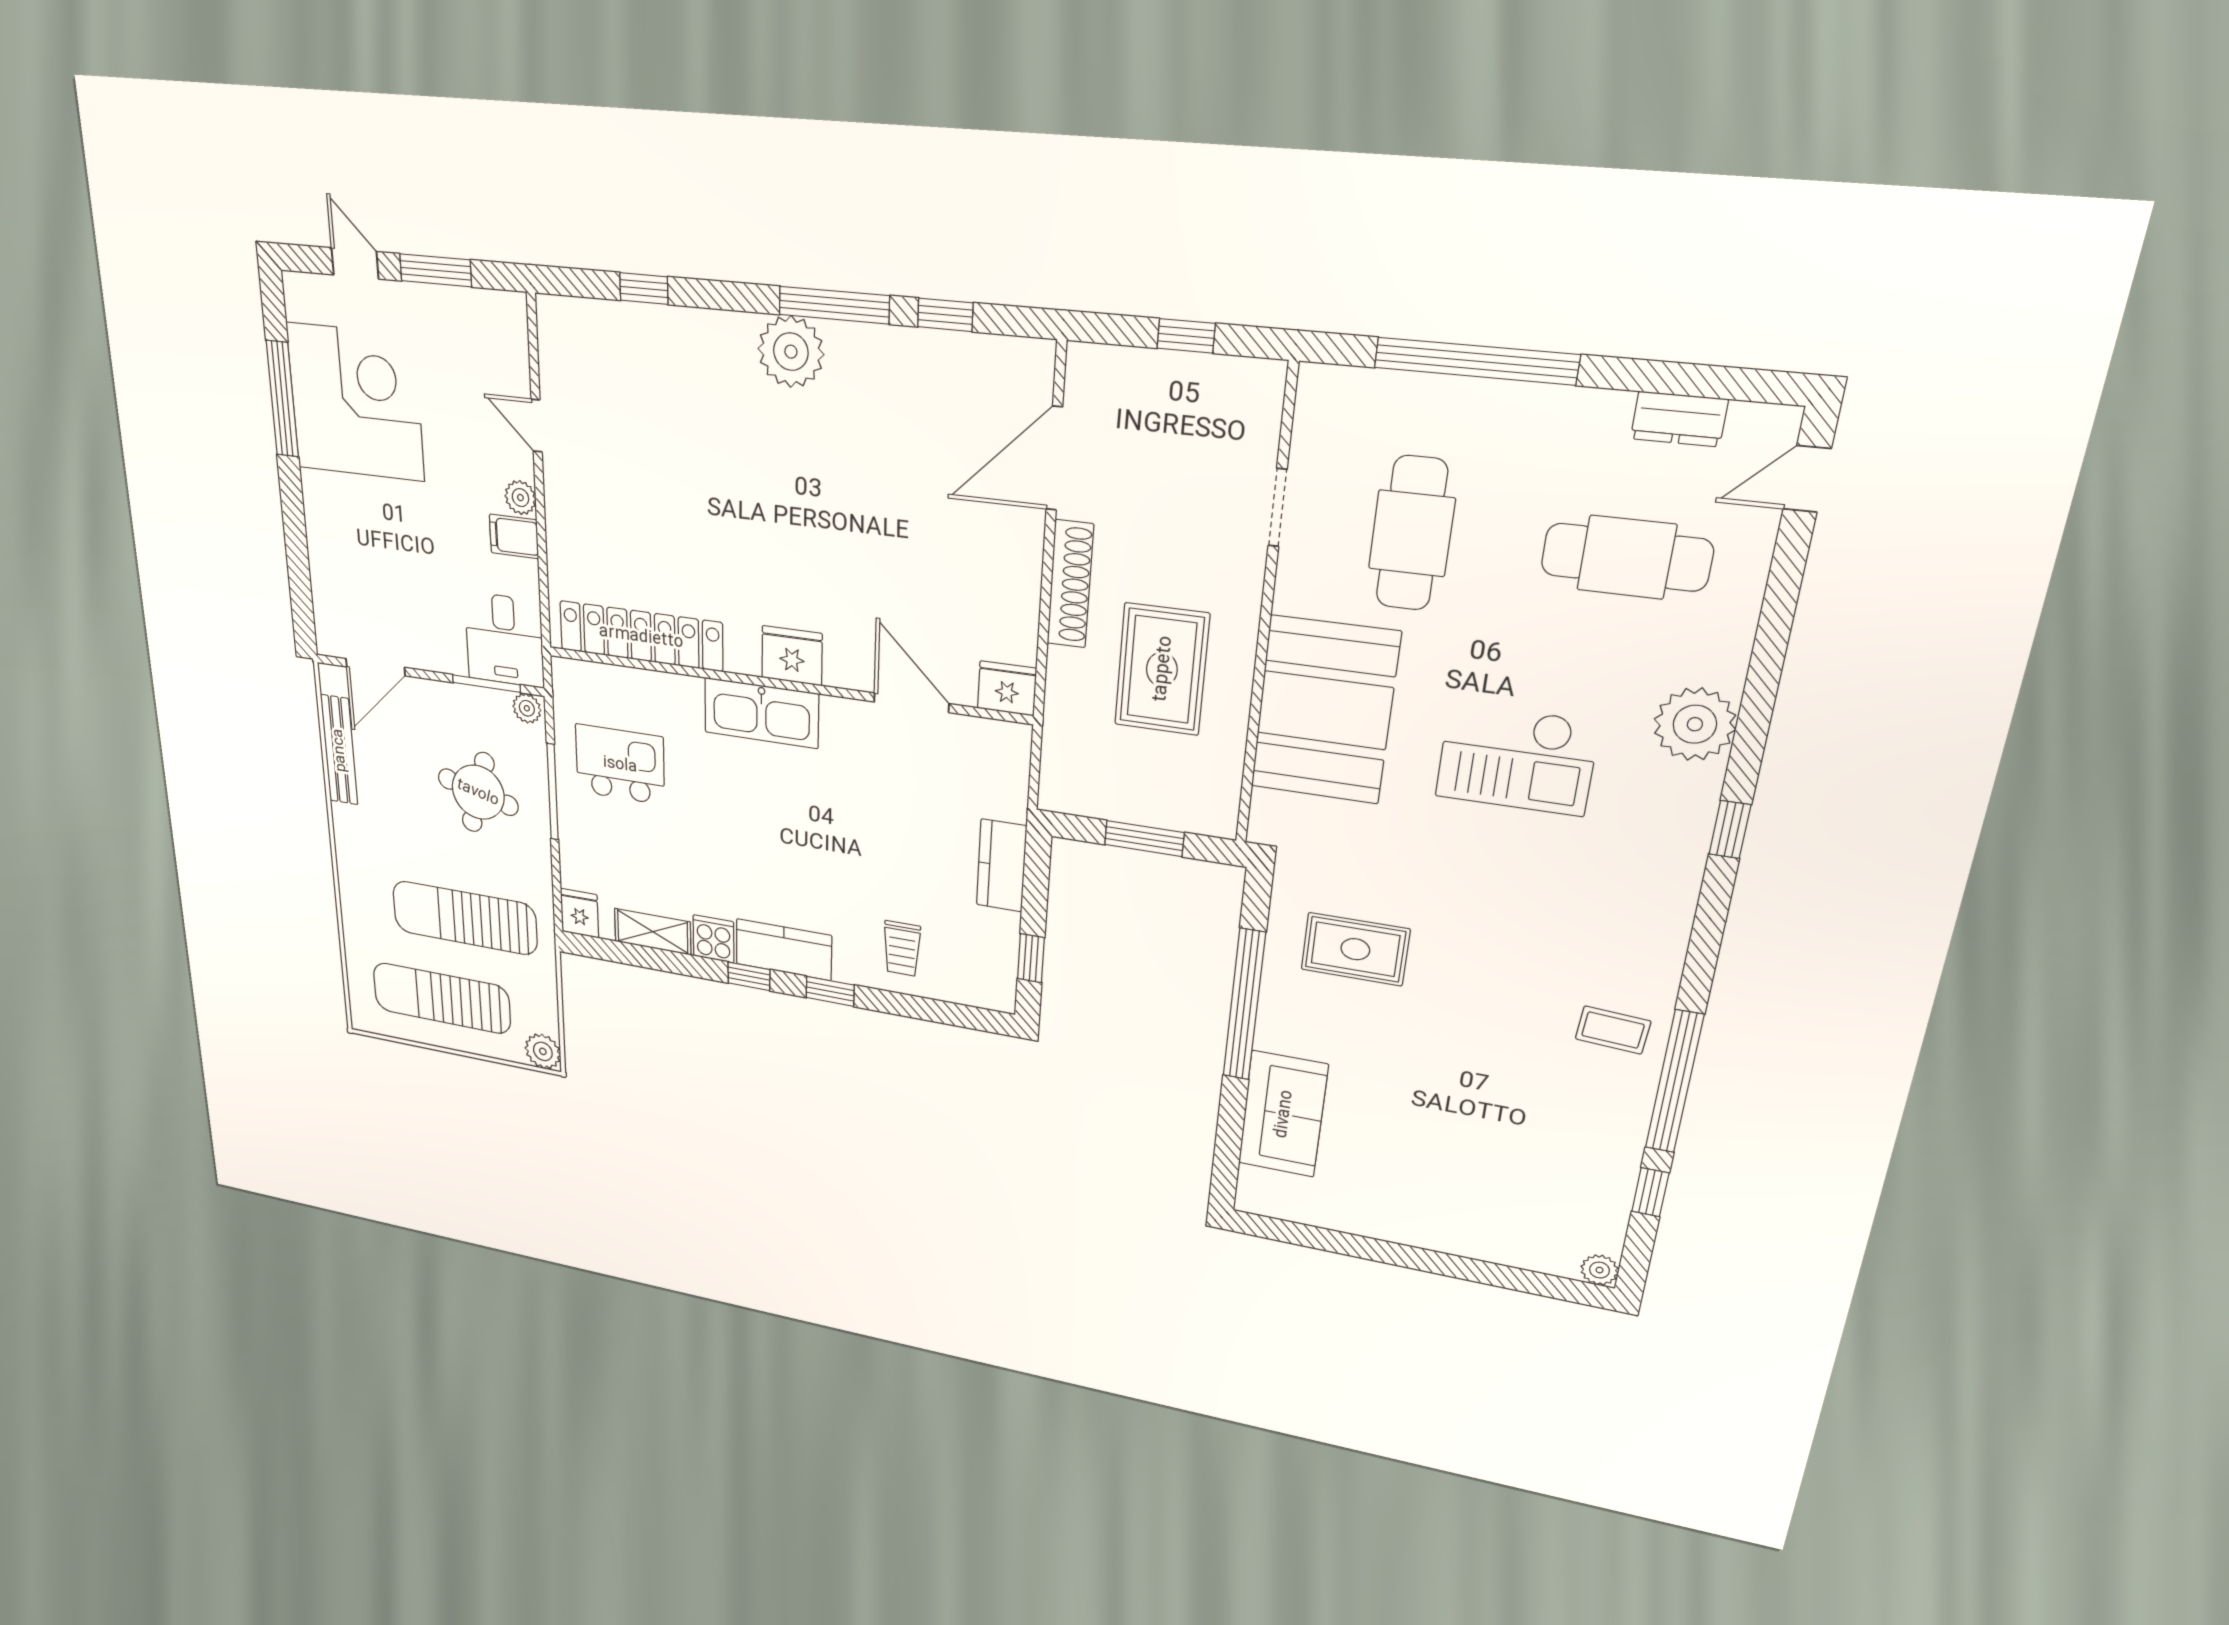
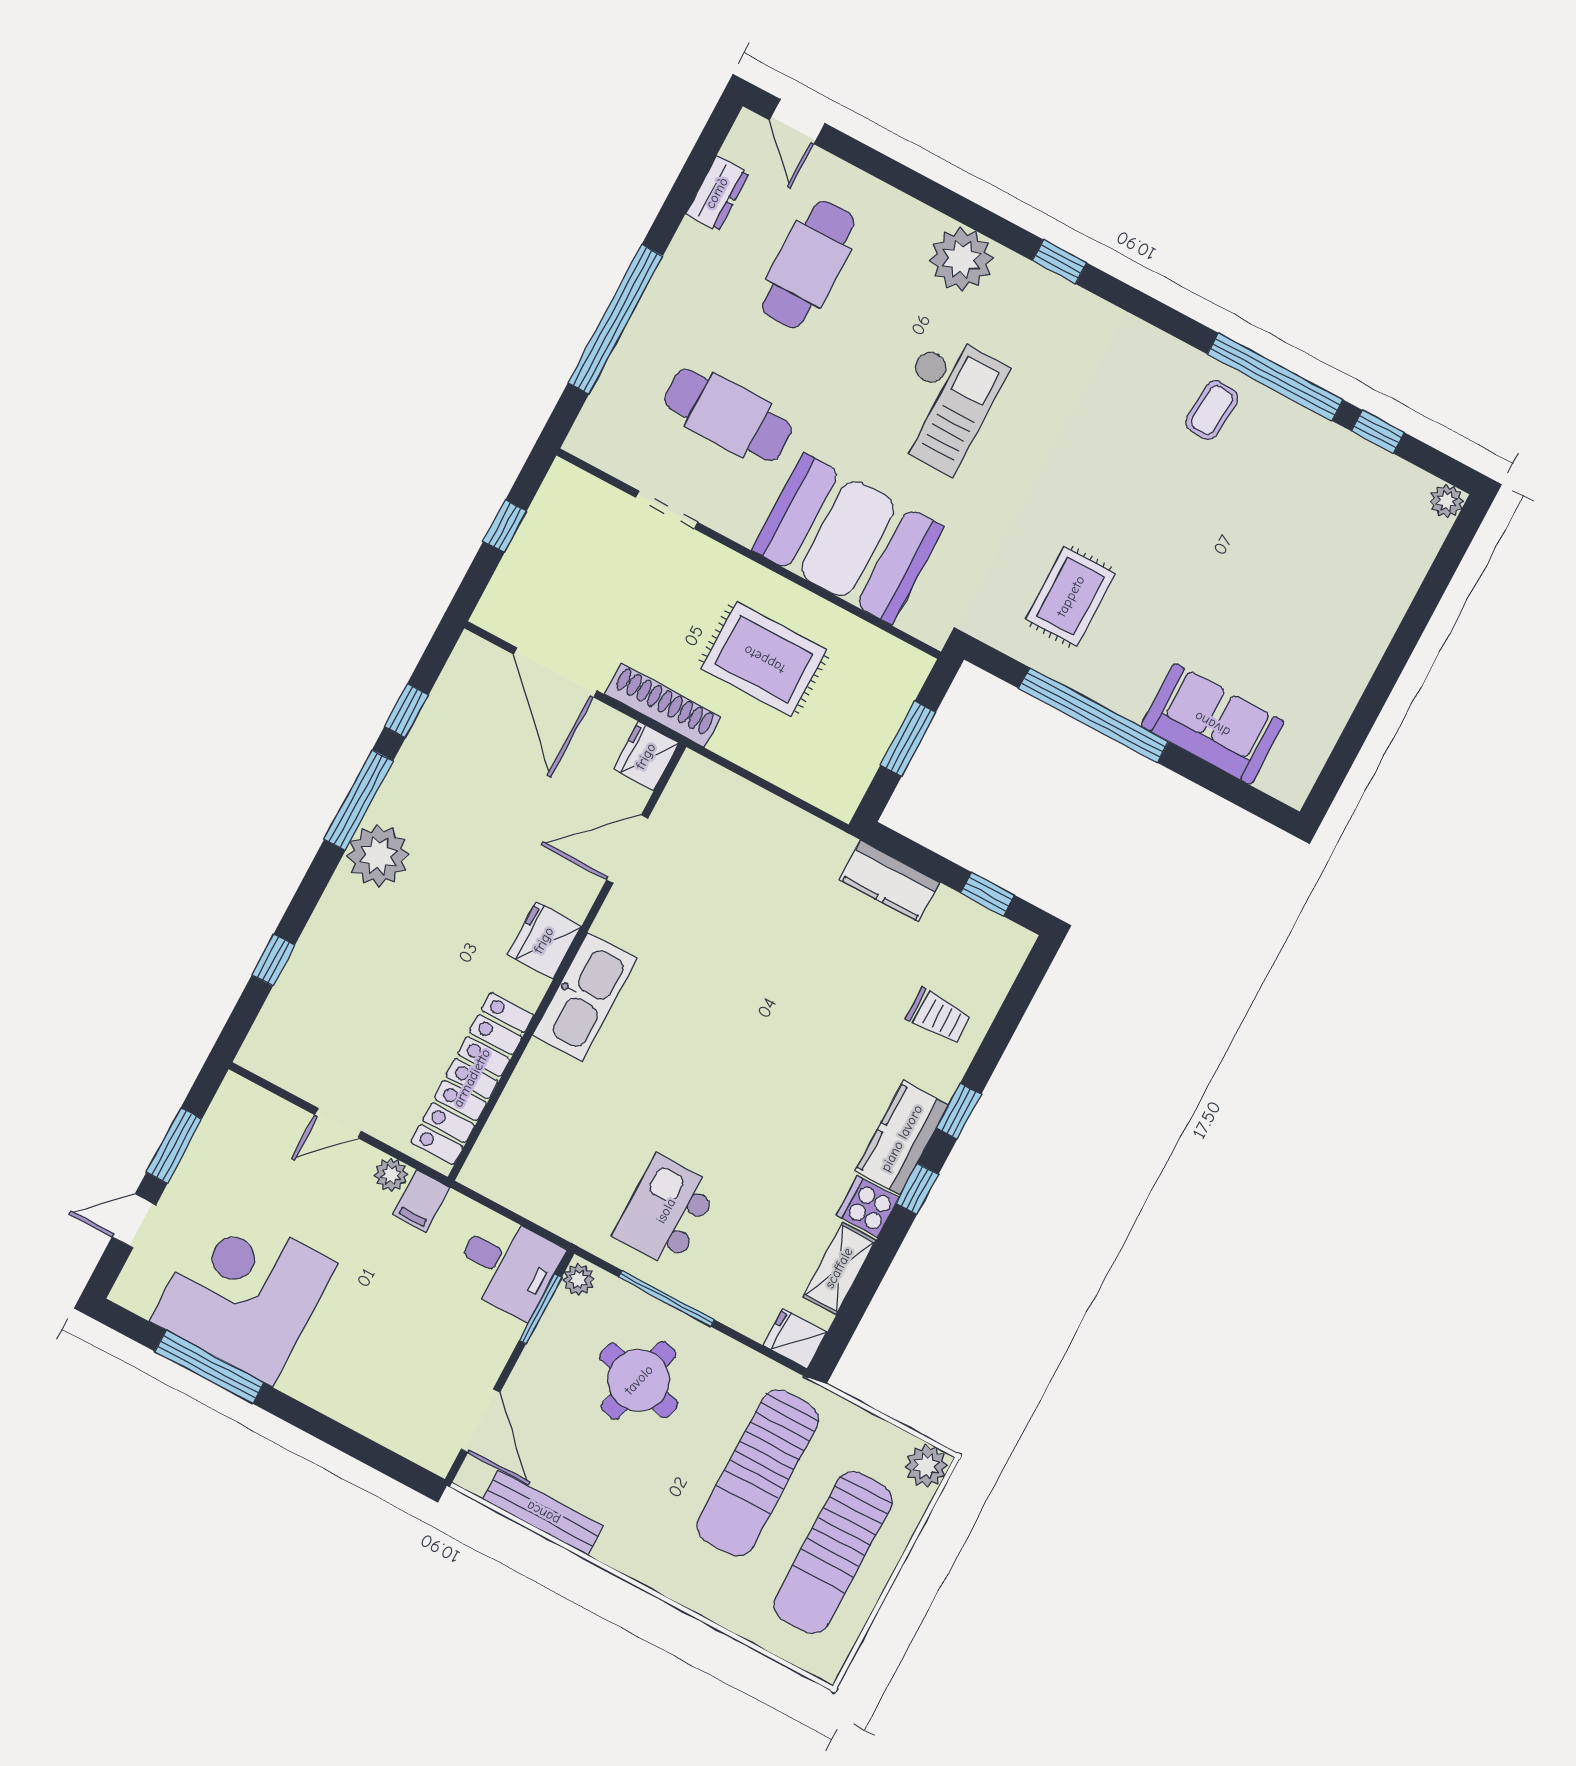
locker: (641, 636) -> (472, 1078), moved
fridge: (792, 656) -> (544, 940), moved
wall: (783, 685) -> (567, 962), moved
fridge: (1007, 688) -> (646, 756), moved
door: (911, 703) -> (627, 849), moved
kitchen sink: (761, 713) -> (585, 997), moved

